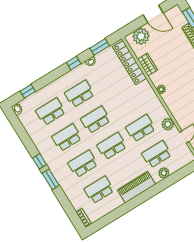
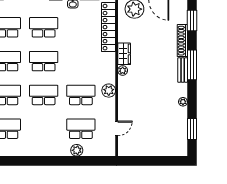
wardrobe: (147, 65) -> (124, 54), moved
plant: (168, 124) -> (109, 91), moved
piano: (136, 187) -> (43, 148), removed

